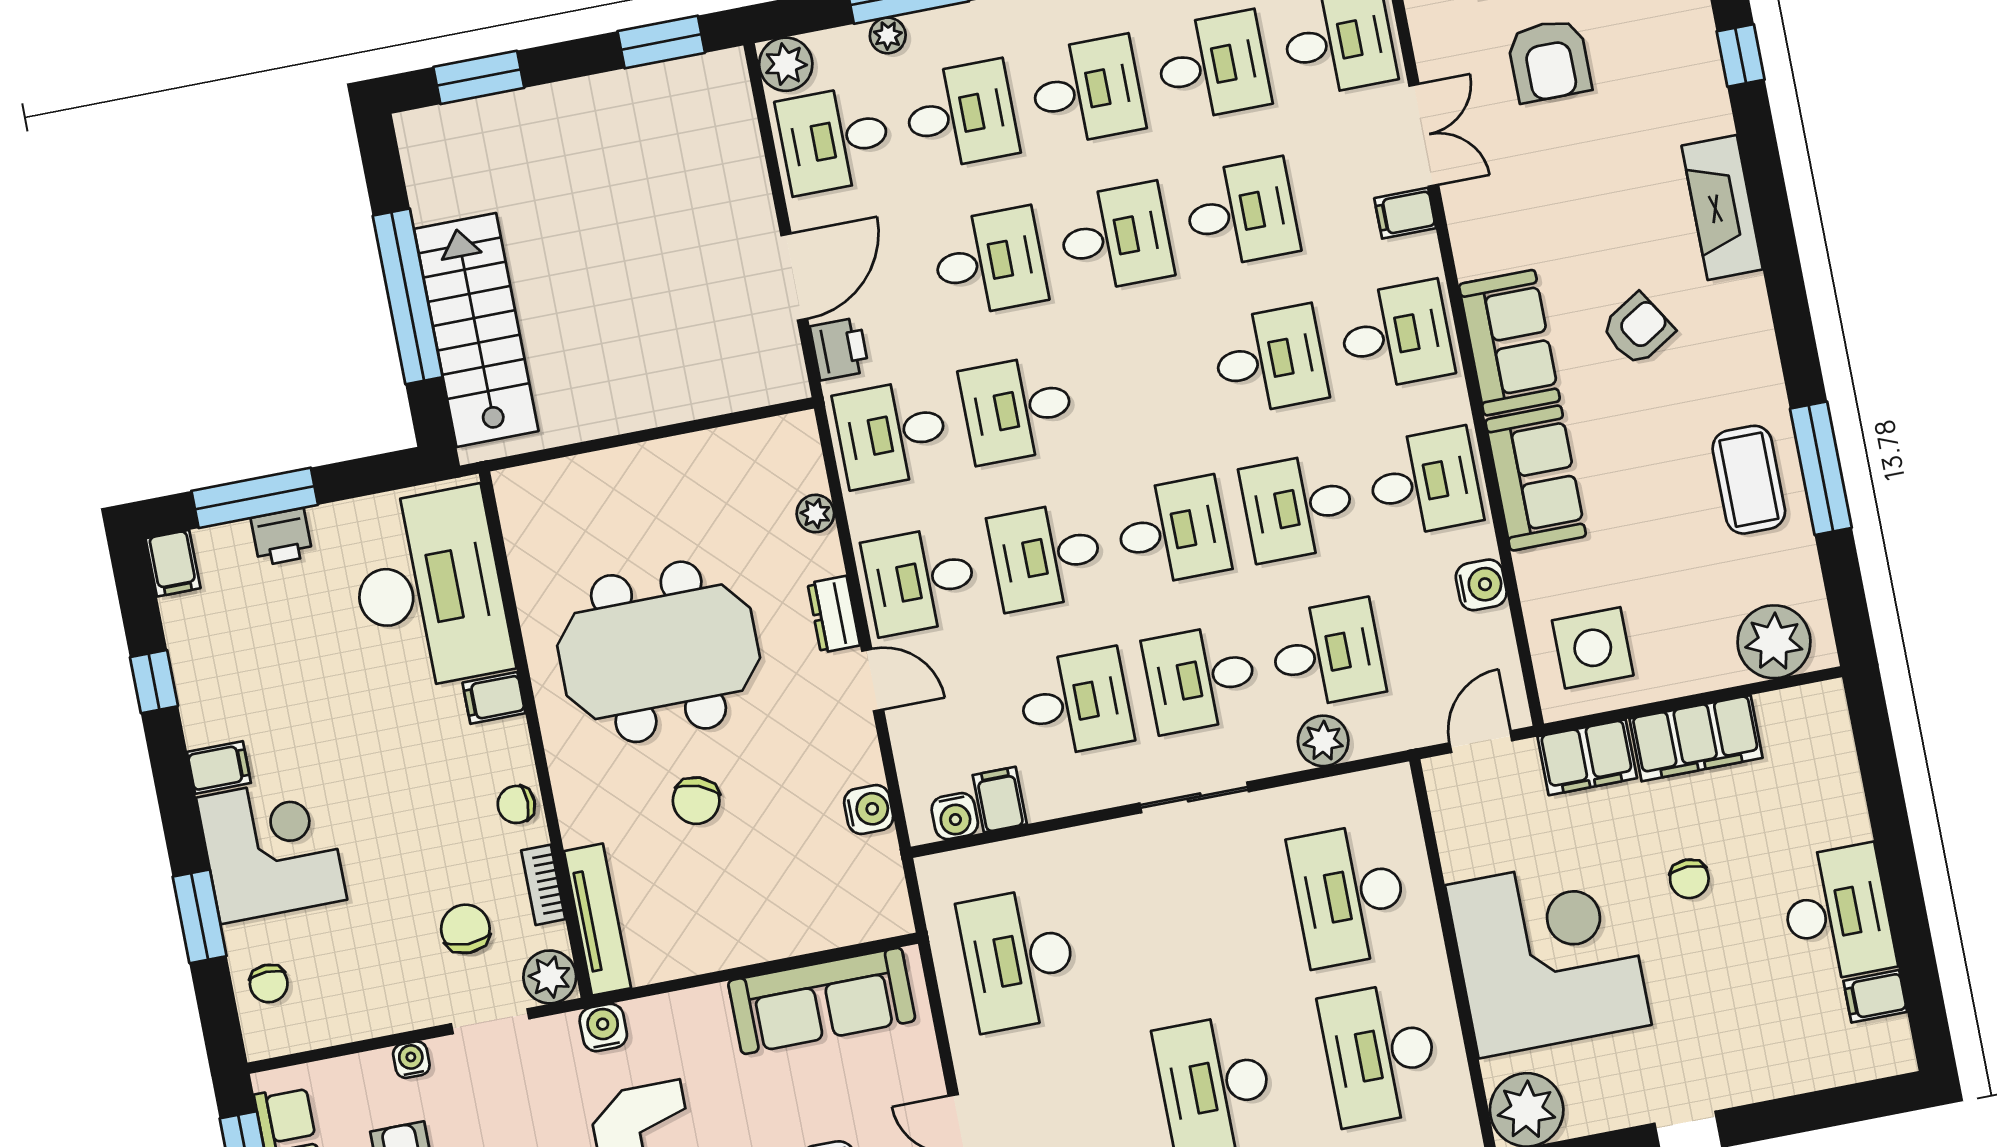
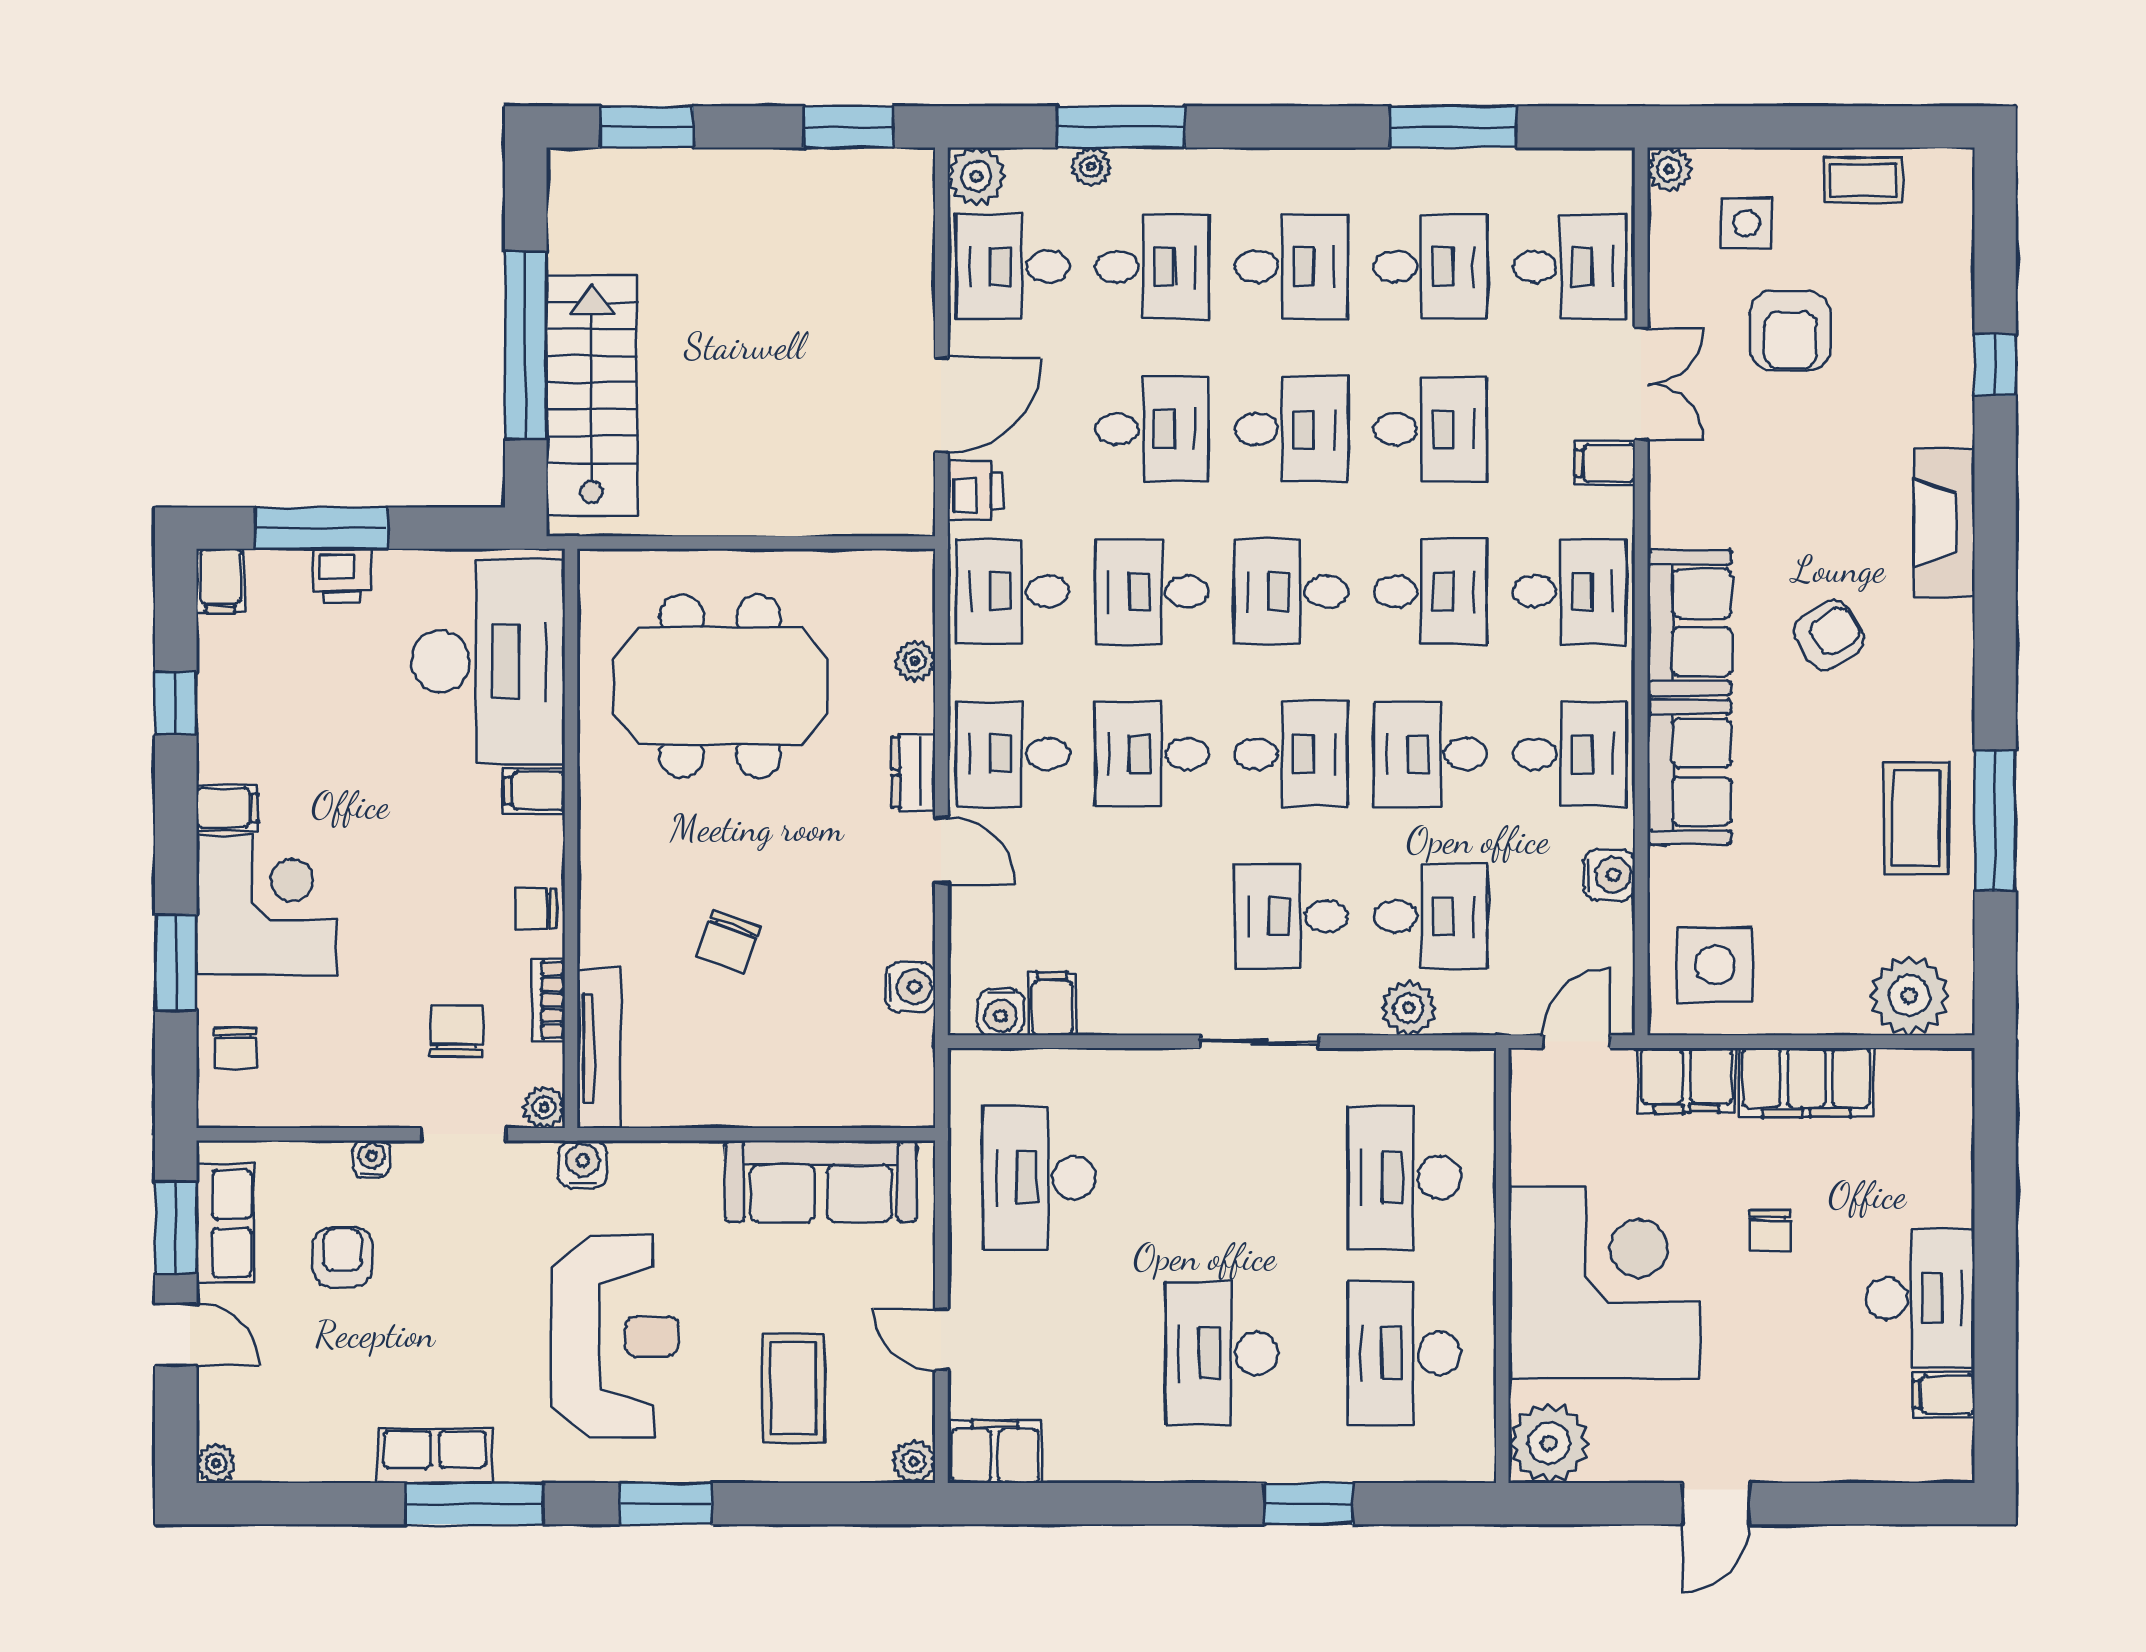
meeting table: (659, 652) -> (720, 686), moved
desk: (1075, 703) -> (1291, 591), moved, turned 180
plant: (550, 977) -> (544, 1107), width x0.73, depth x0.73

